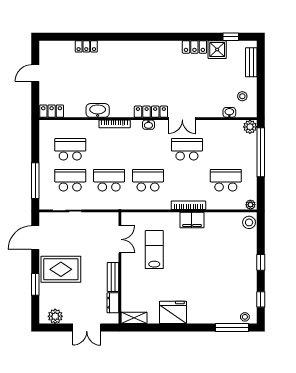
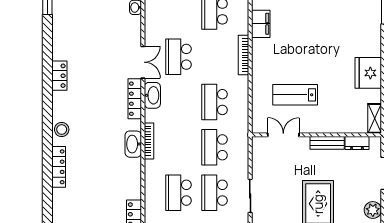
locker: (86, 46) -> (59, 167), width x1.53
locker: (194, 47) -> (59, 76), moved
stool: (124, 49) -> (62, 129), added
shower: (217, 50) -> (62, 22), removed
washbasin: (98, 110) -> (133, 144), moved
washbasin: (148, 125) -> (152, 95), width x1.91, depth x1.45
filing cabinet: (192, 220) -> (261, 24), moved

